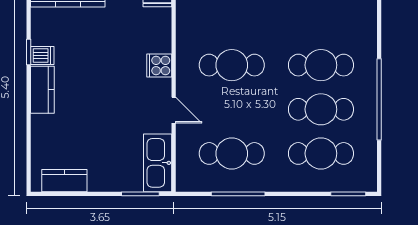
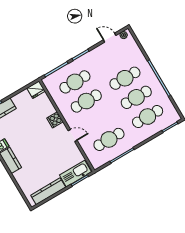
cafe table: (232, 21) -> (75, 82), added
kitchen sink: (158, 163) -> (75, 174), moved, turned 90
kitchen counter: (64, 181) -> (48, 191), width x1.50

